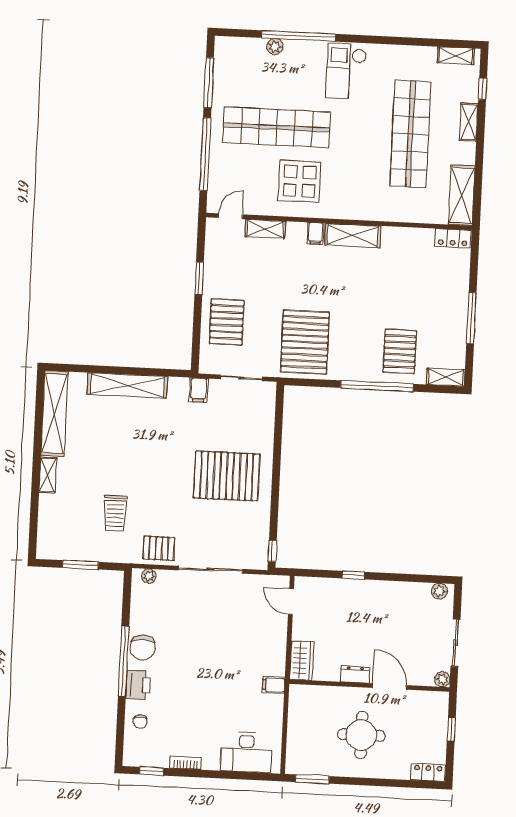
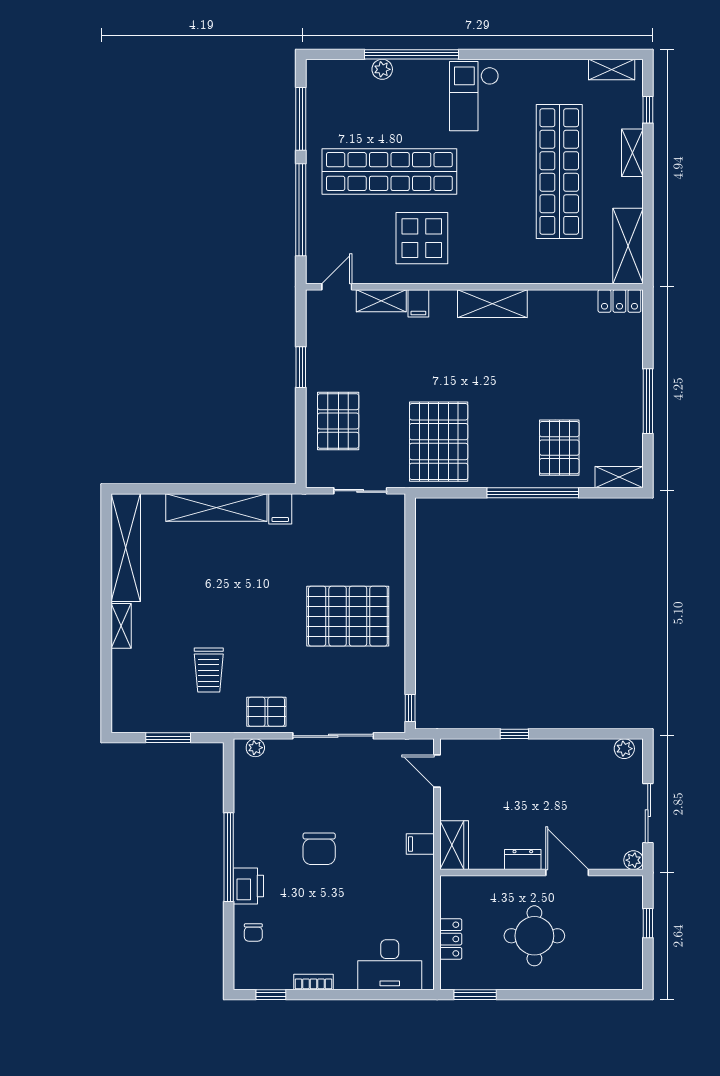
filing cabinet: (316, 233) -> (418, 303), moved
filing cabinet: (199, 390) -> (280, 509), moved
chair: (143, 648) -> (319, 849), moved
filing cabinet: (274, 685) -> (420, 844), moved
locker: (428, 772) -> (451, 939), moved, turned 90

